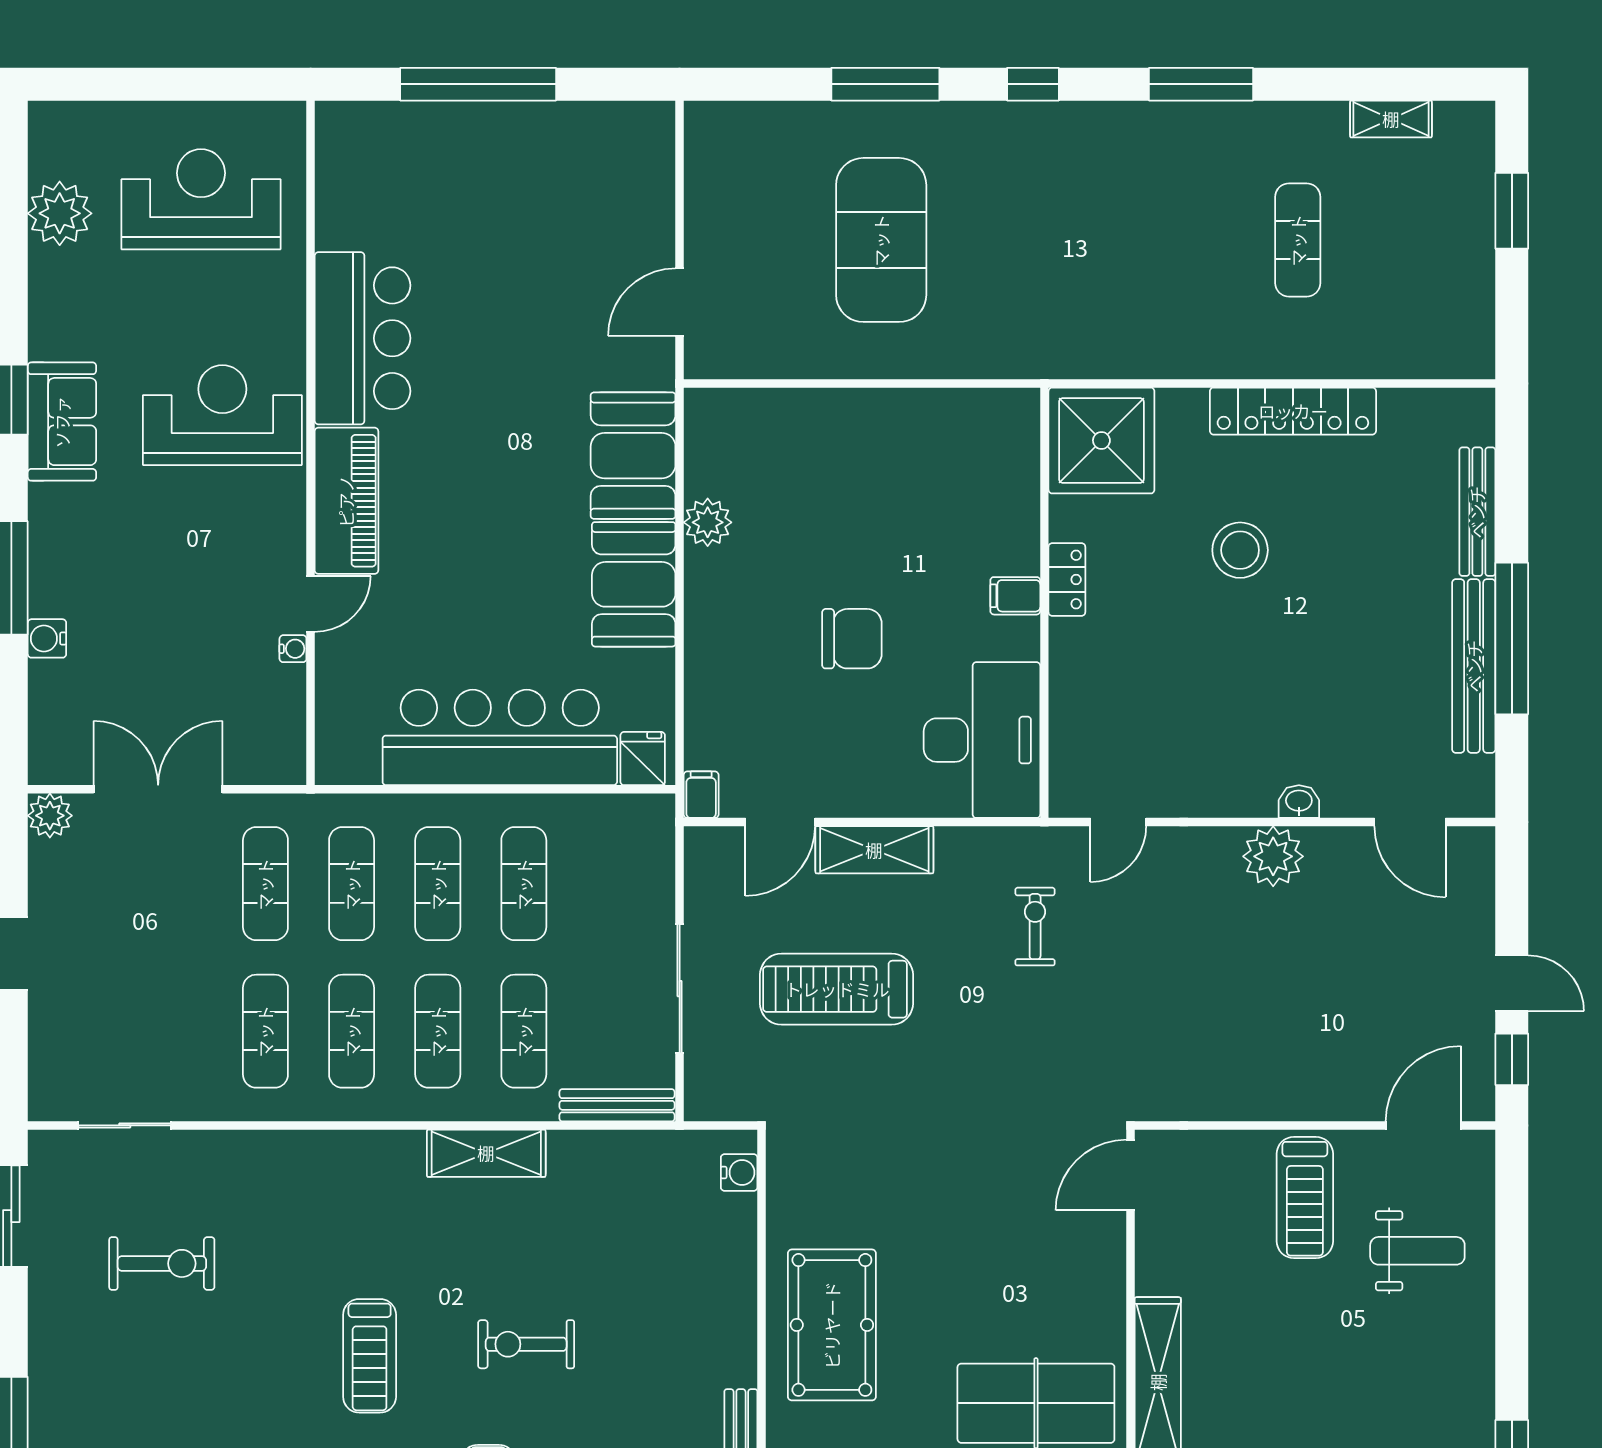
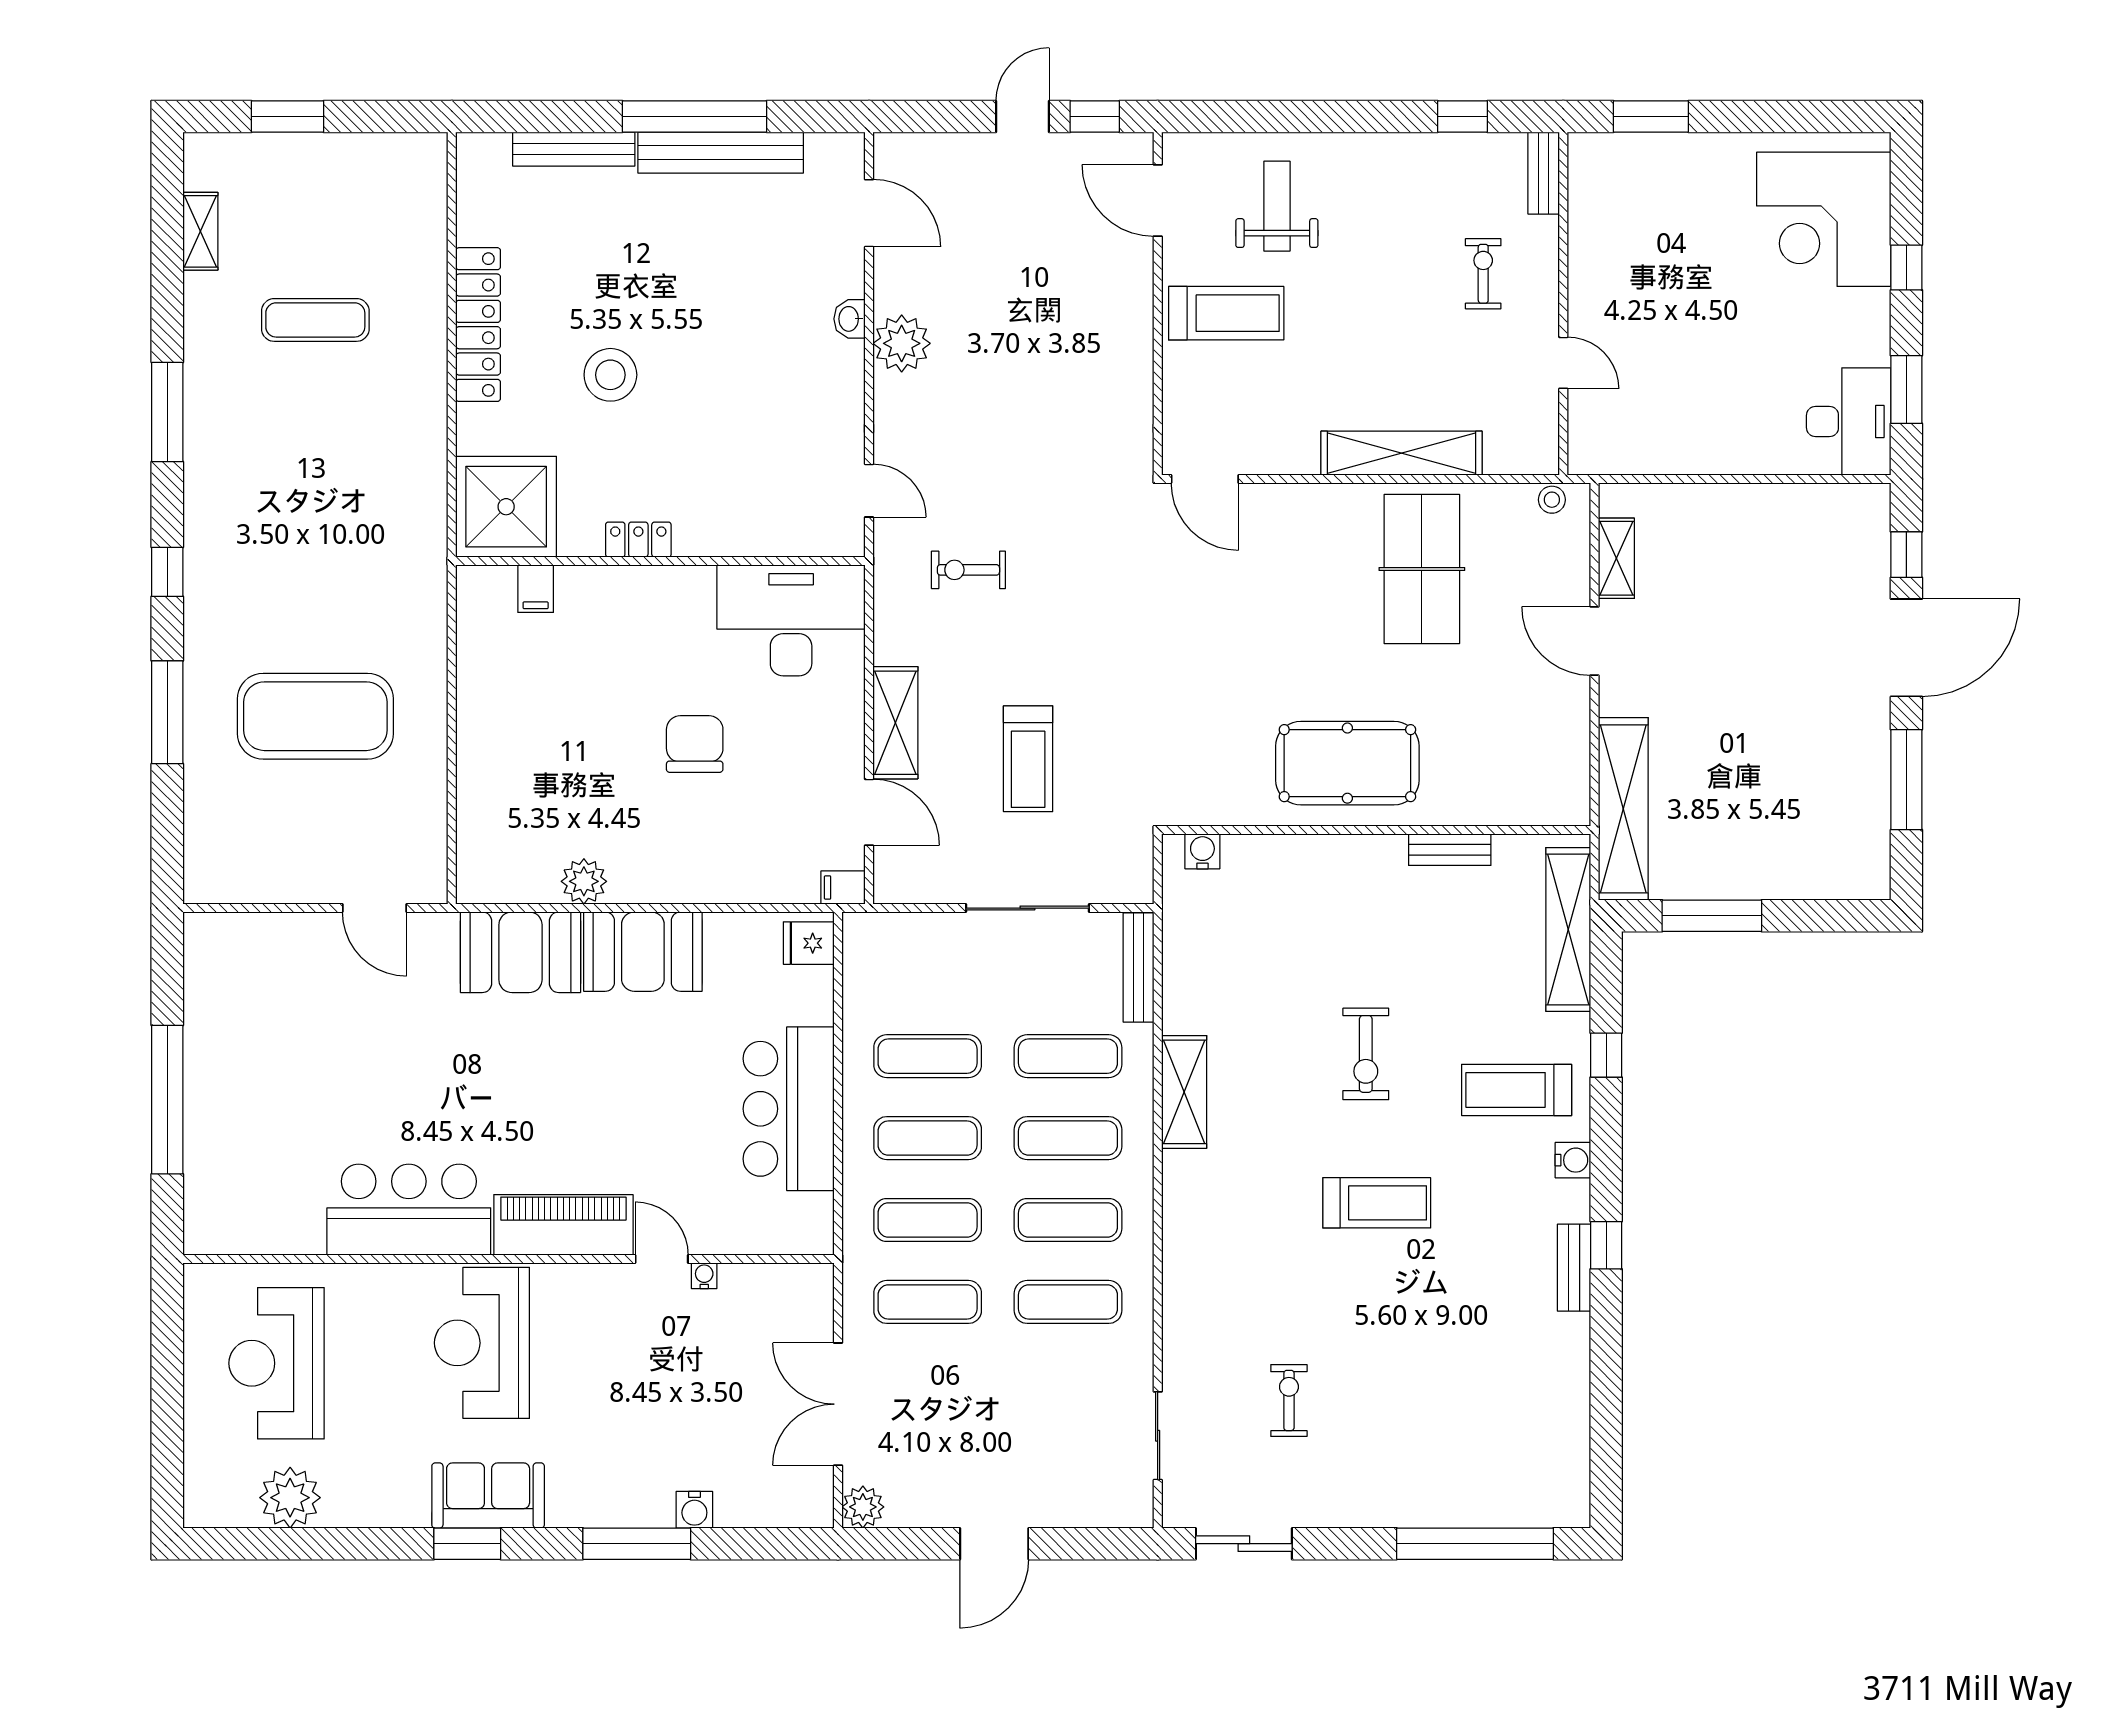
filing cabinet: (1015, 596) -> (536, 589), moved
bar counter: (500, 737) -> (789, 1109), width x0.73
door: (1410, 822) -> (869, 213), hinge flipped
treadmill: (837, 989) -> (1028, 759), width x0.73, depth x0.73
exercise bike: (162, 1263) -> (1289, 1400), width x0.73, depth x0.72

